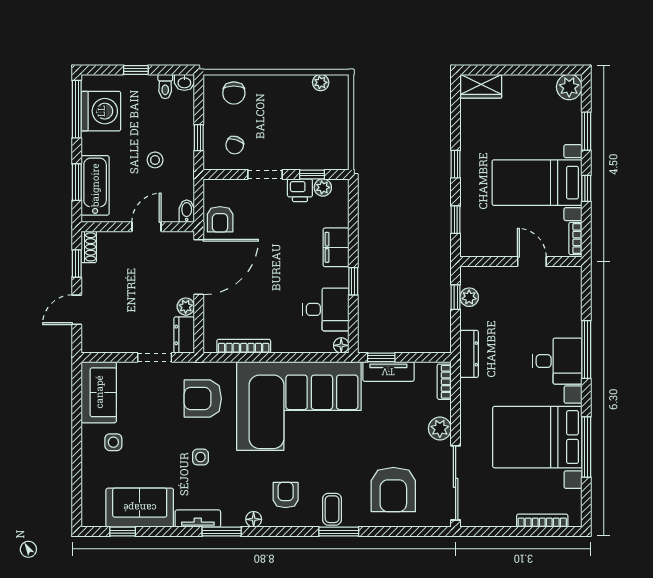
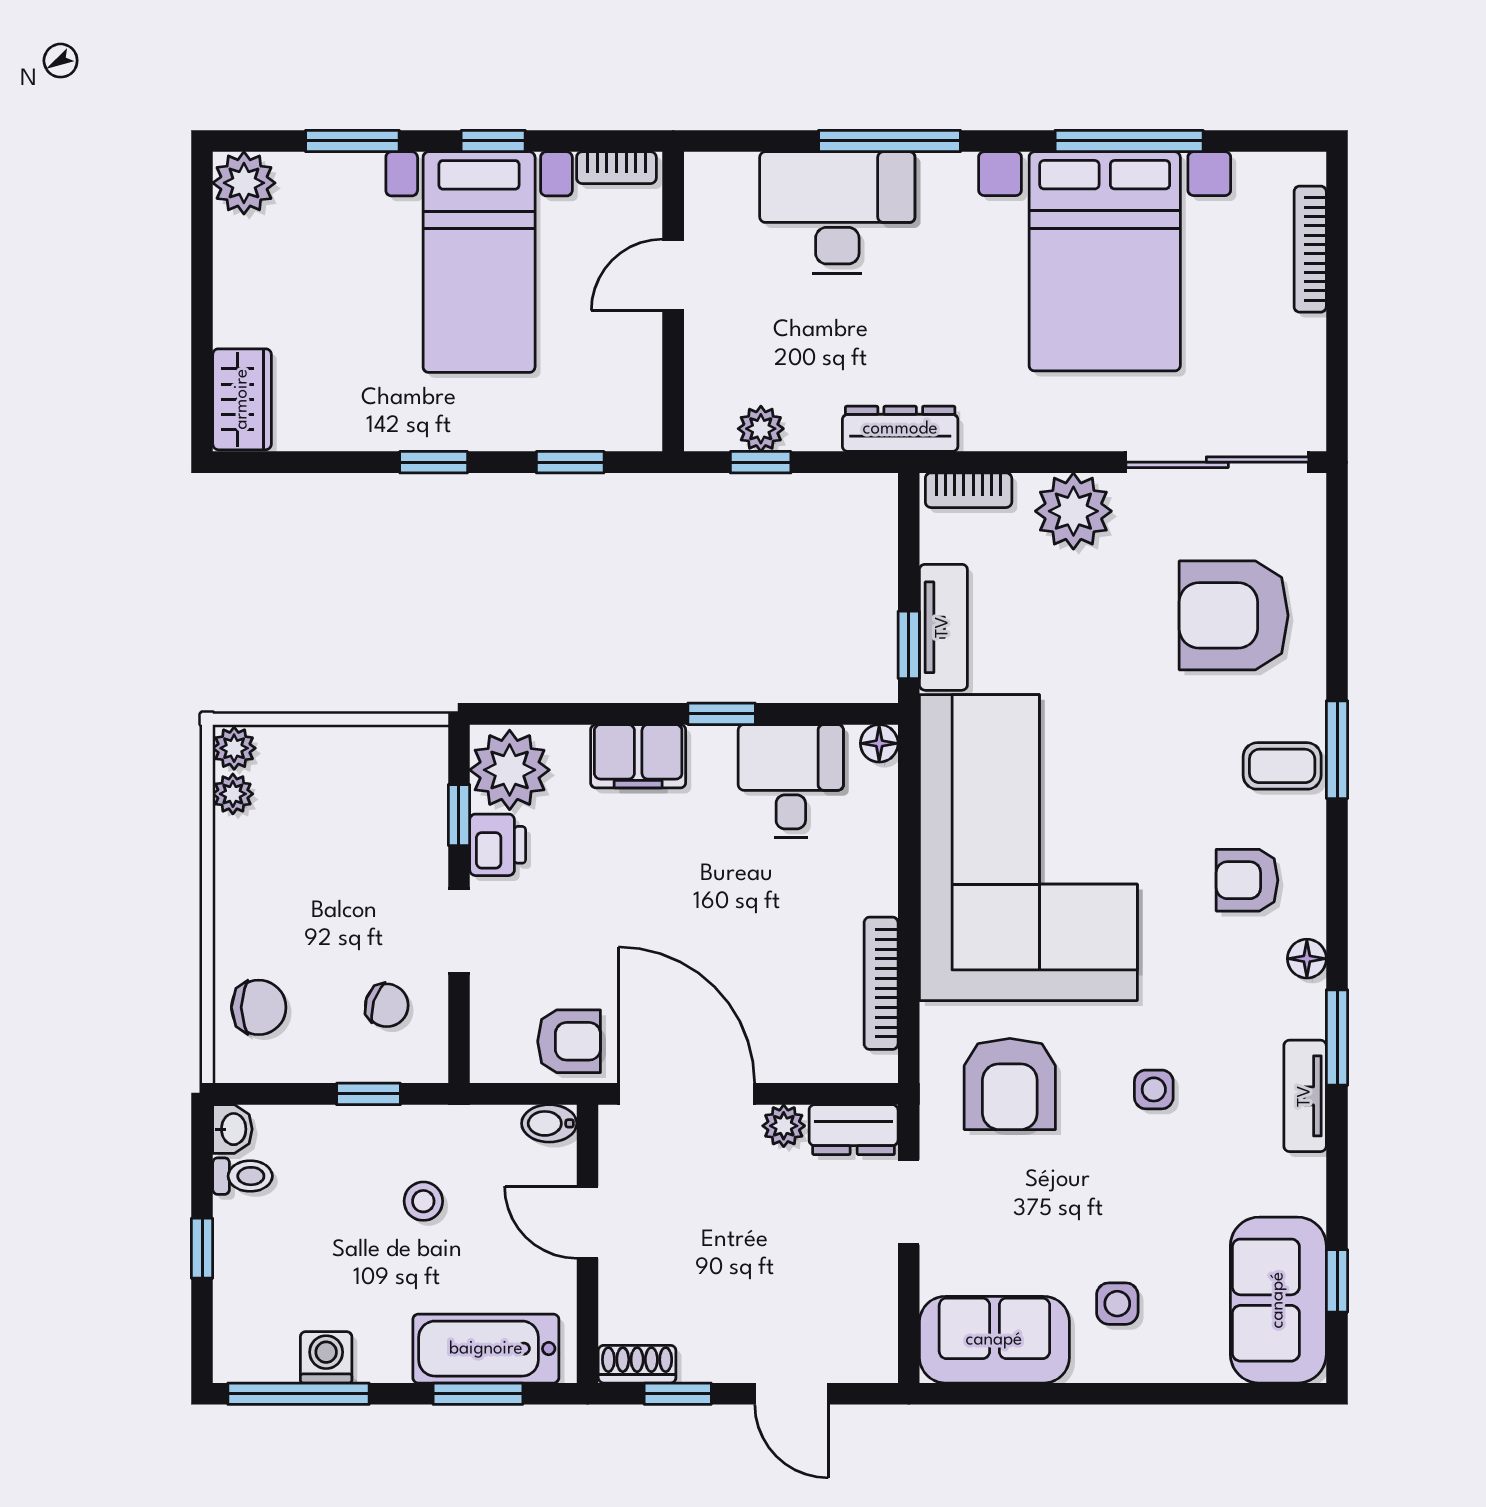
plant: (339, 83) -> (234, 748), added
washing machine: (101, 111) -> (326, 1357), width x0.53, depth x0.53
plant: (323, 187) -> (510, 770), width x1.88, depth x1.88
desk: (557, 361) -> (837, 213), moved, width x1.37
plant: (440, 429) -> (1073, 511), width x1.36, depth x1.36
armchair: (393, 490) -> (1234, 615), turned 180
sofa: (140, 508) -> (1278, 1300), moved

